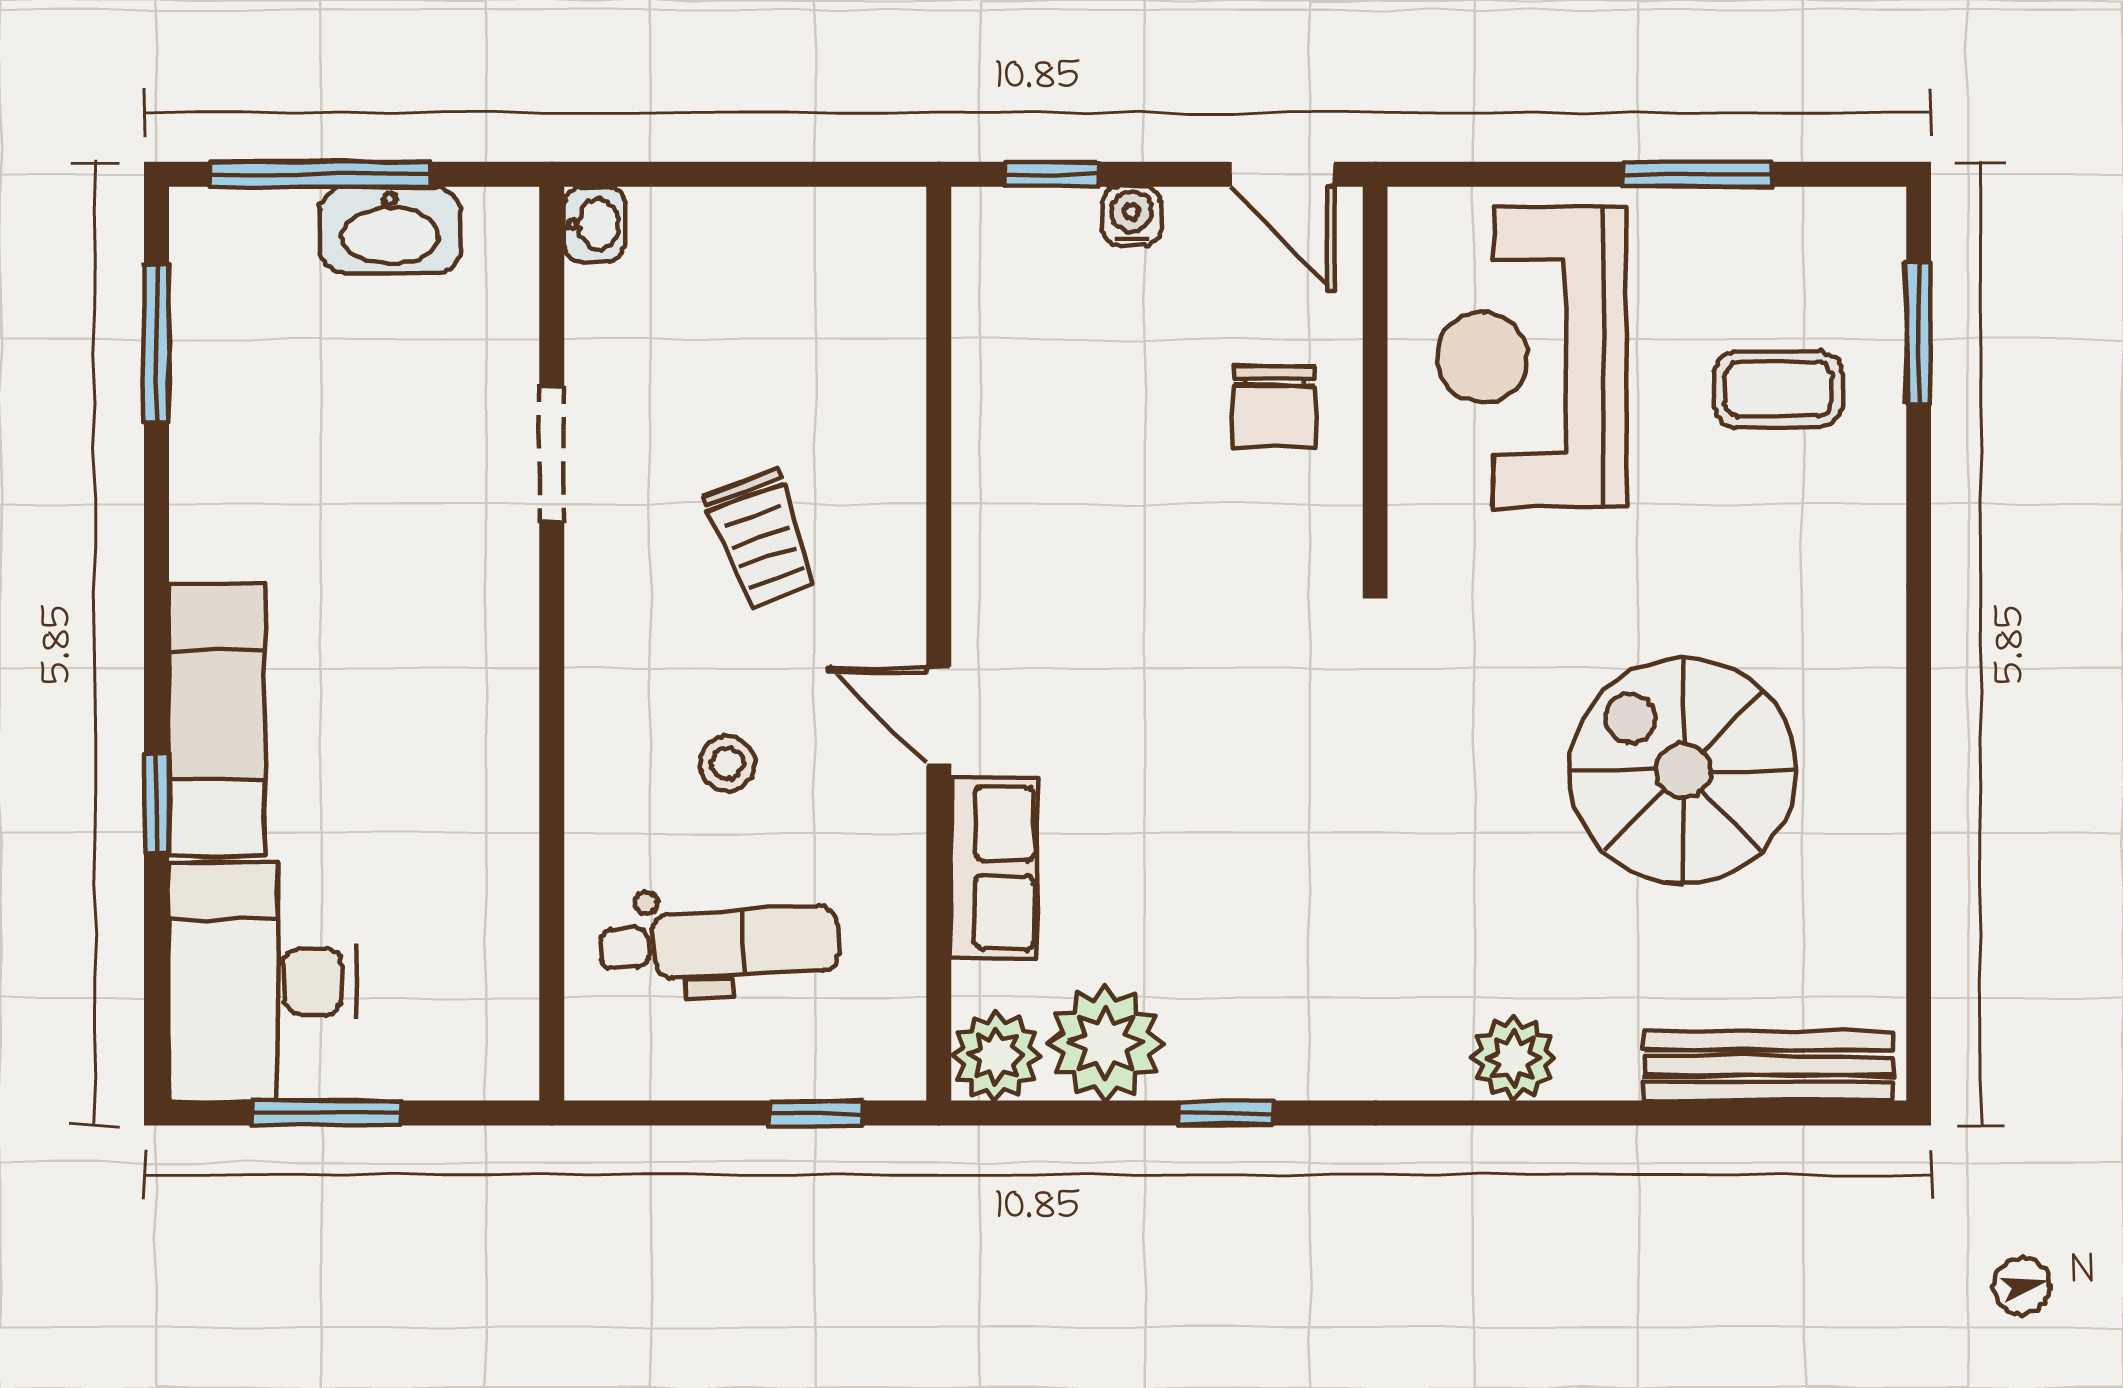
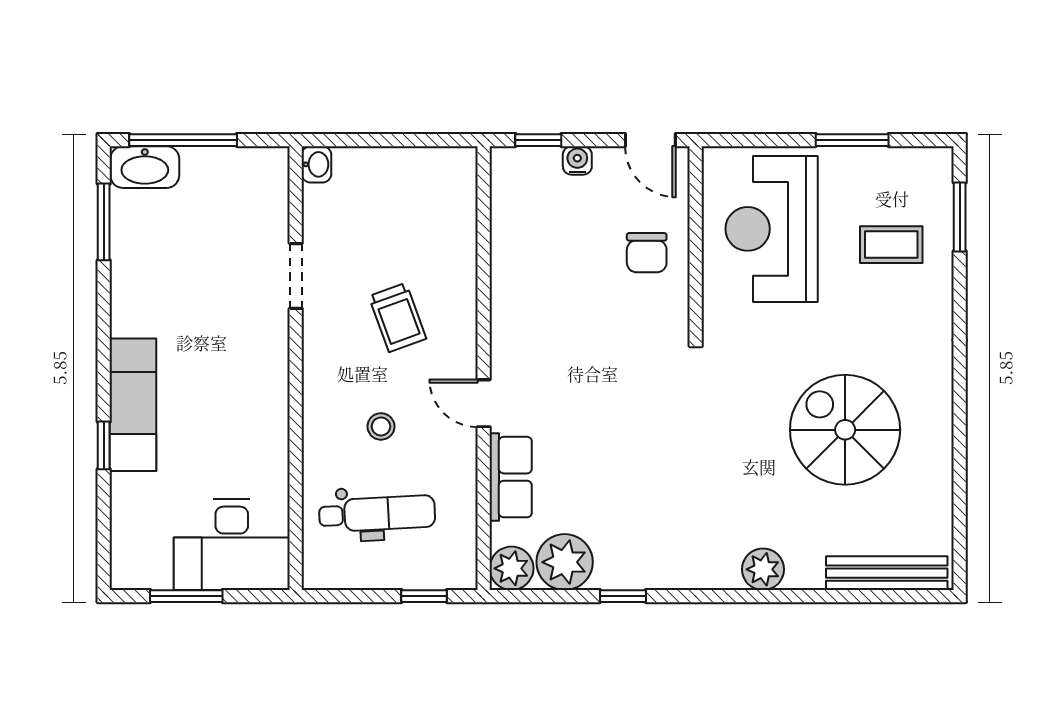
washbasin: (390, 230) -> (145, 167), moved
desk: (262, 982) -> (232, 545), moved, turned -90

